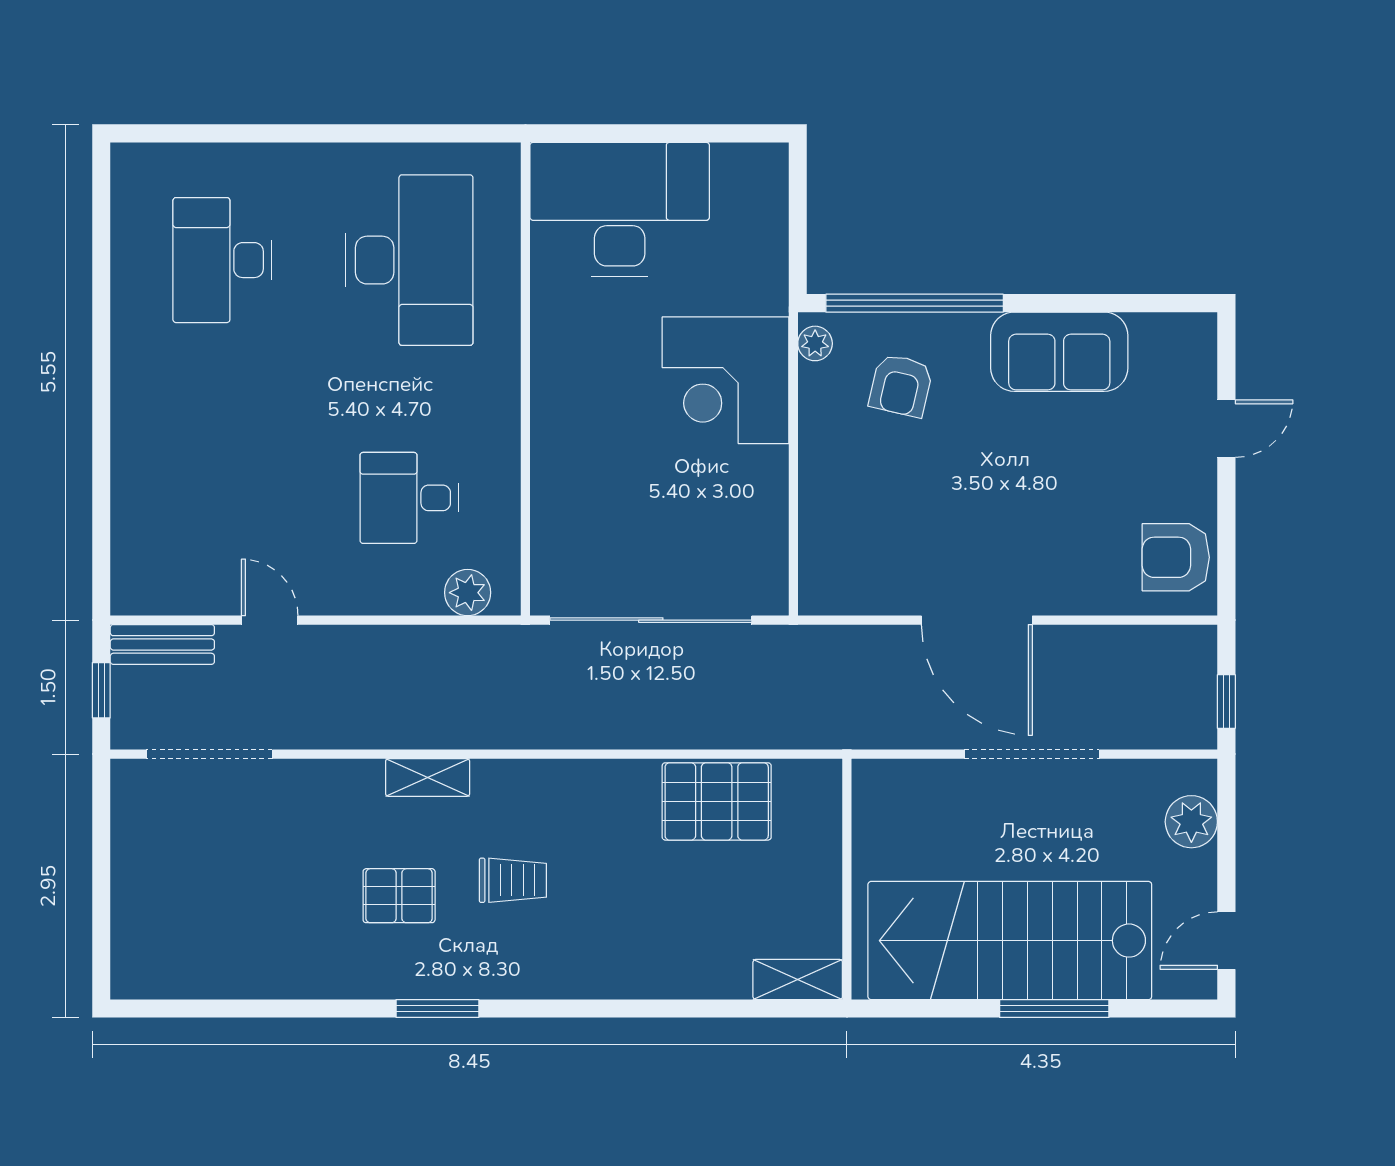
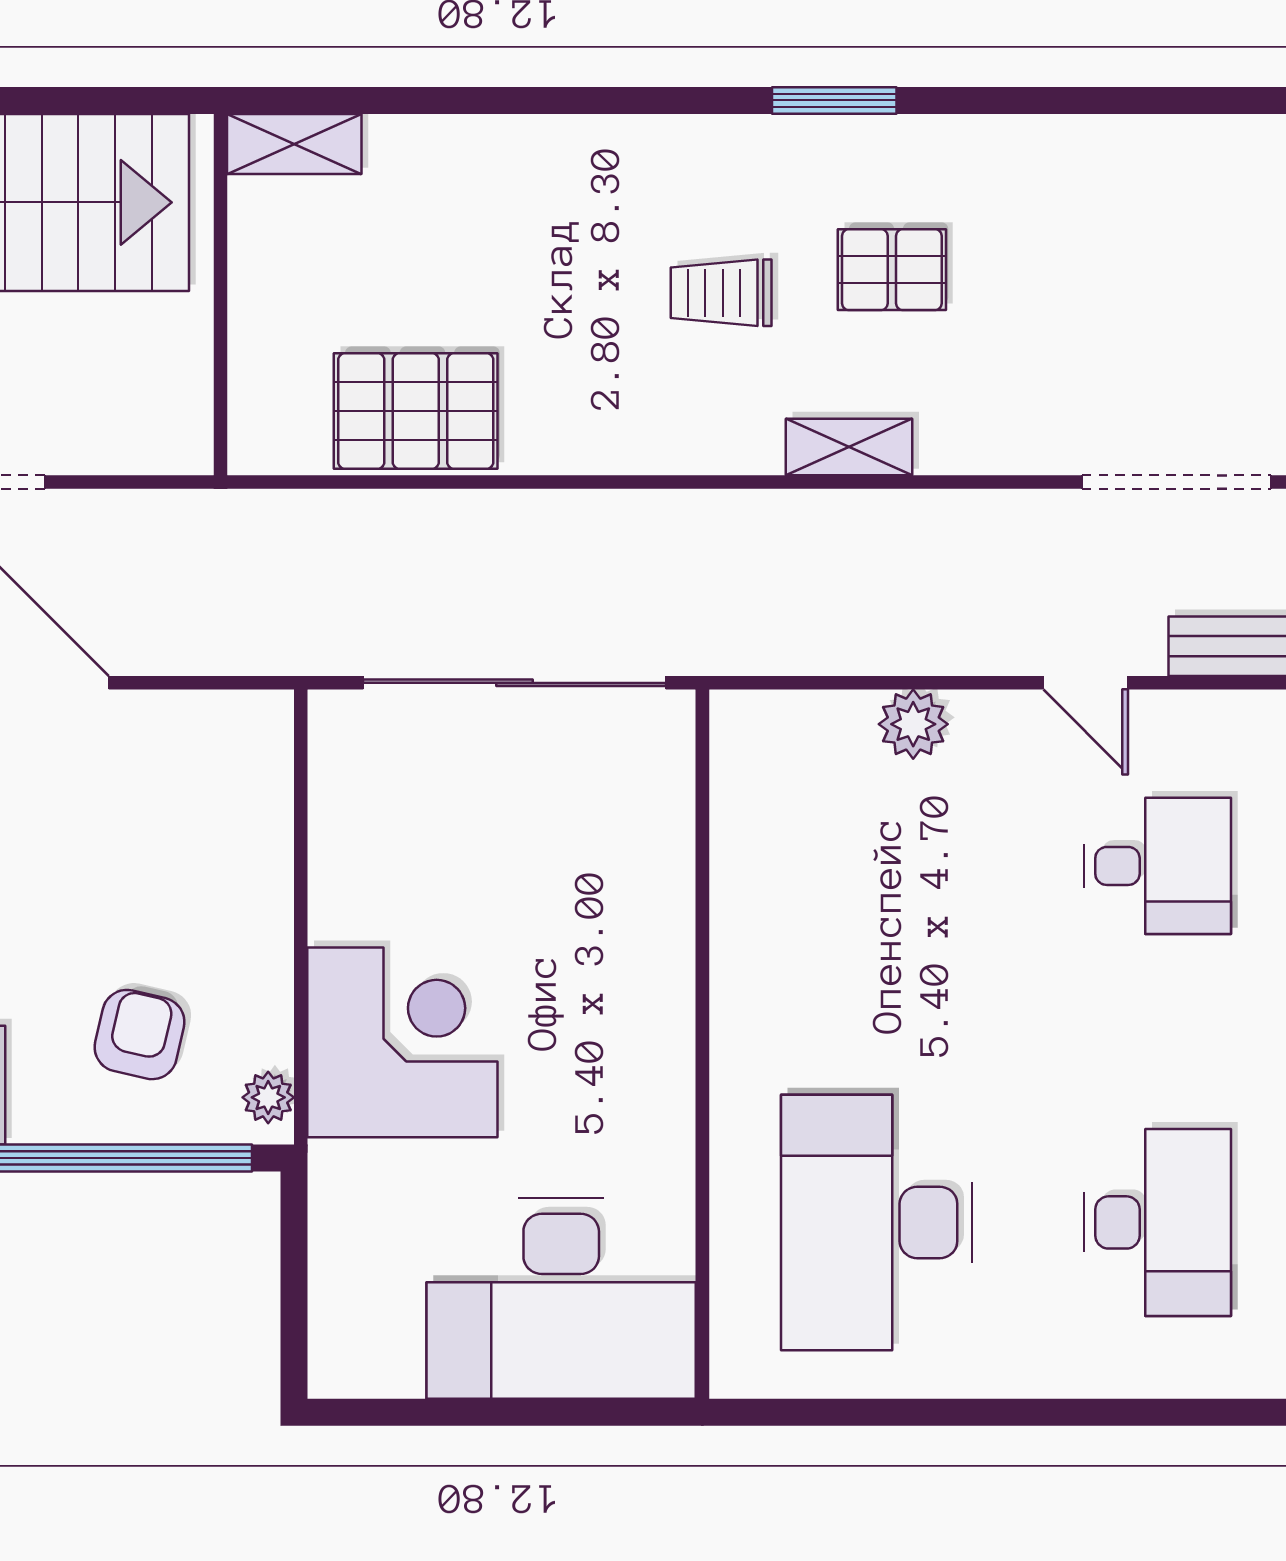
desk: (409, 498) -> (1157, 866), moved
plant: (468, 593) -> (913, 724), moved

